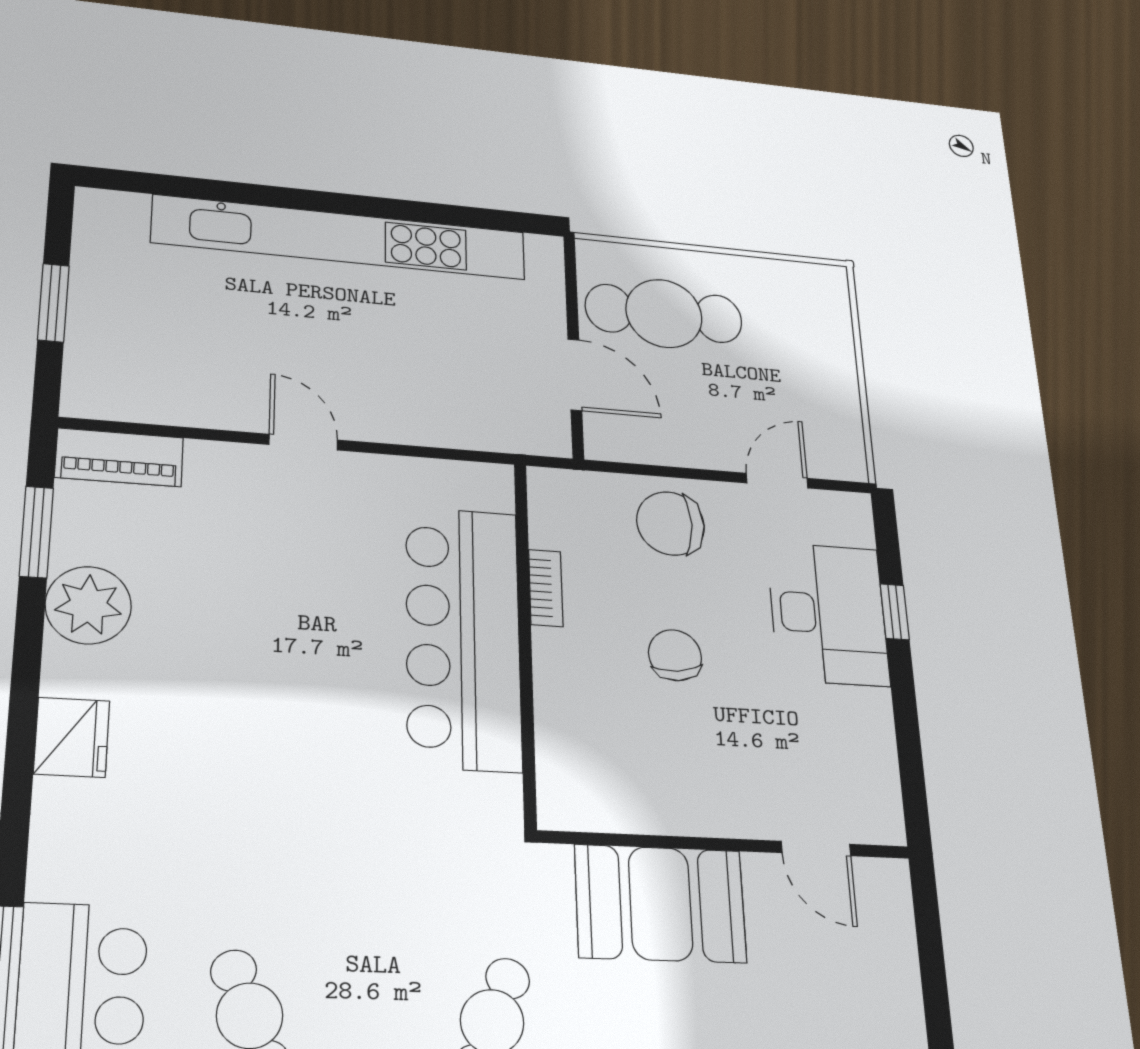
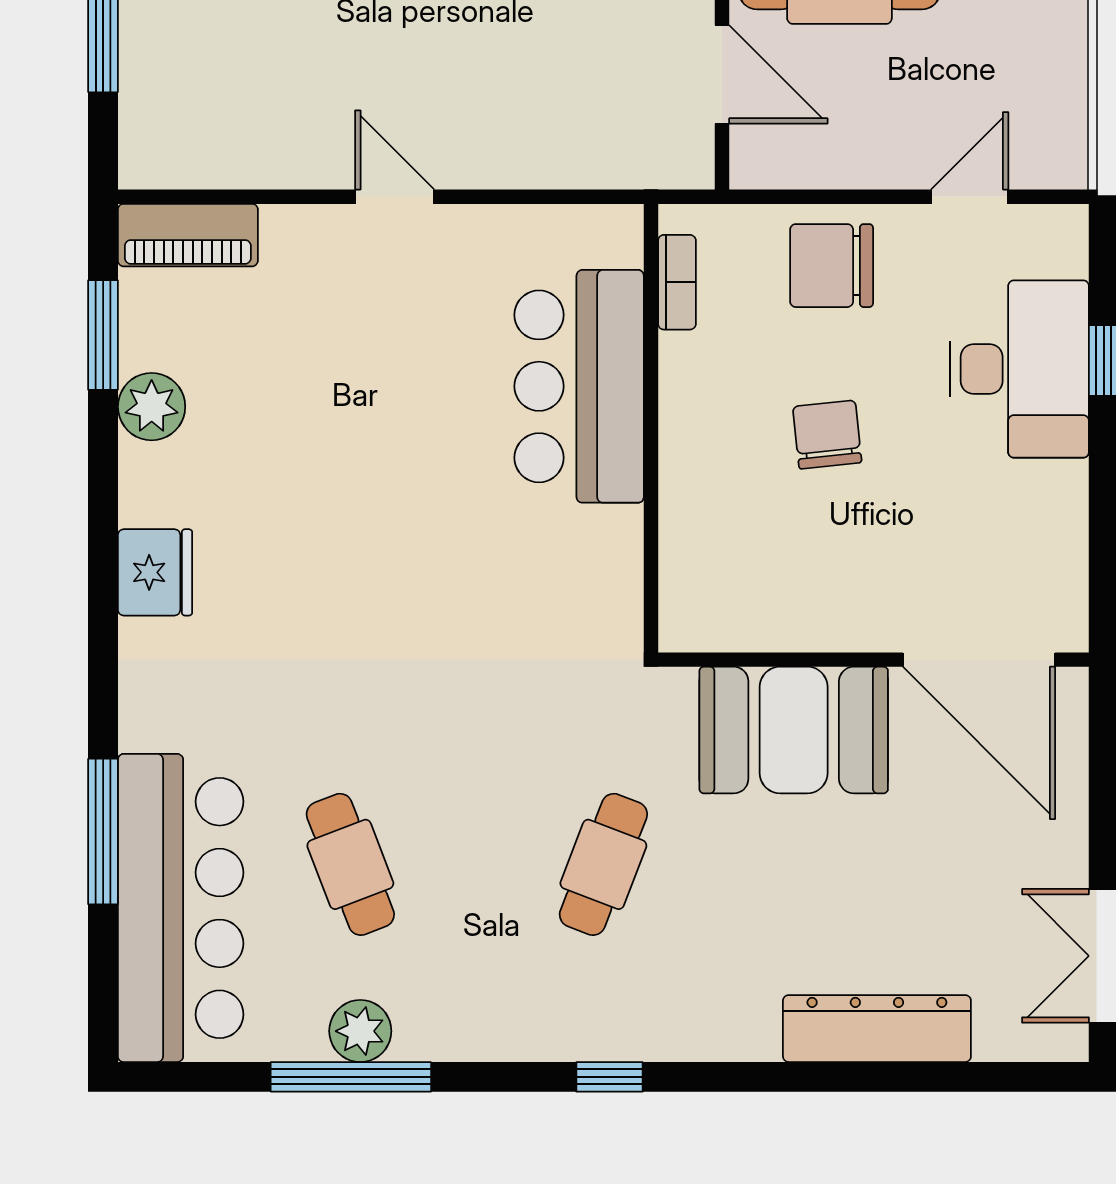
bookcase: (546, 588) -> (677, 282), moved
plant: (88, 605) -> (152, 407), width x0.73, depth x0.73
bar counter: (463, 637) -> (579, 386), width x0.73
door: (816, 849) -> (979, 660), width x1.88

